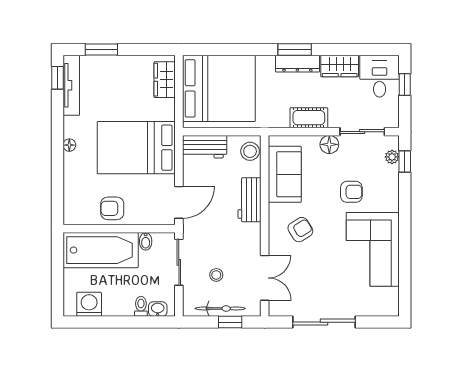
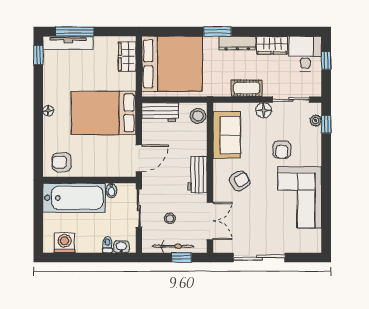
window: (101, 49) -> (75, 32), width x1.44
window: (295, 49) -> (217, 32), moved
tv unit: (71, 85) -> (68, 43), moved, turned 90
armchair: (351, 192) -> (282, 150), turned 90
workbench: (250, 200) -> (197, 175), moved
armchair: (112, 208) -> (62, 162), moved

